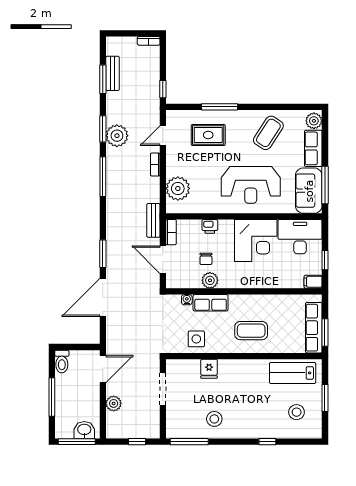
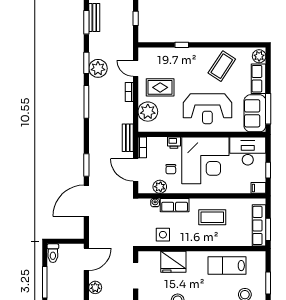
window: (163, 89) -> (136, 18), moved
window: (219, 107) -> (182, 45), width x0.46
rug: (208, 135) -> (160, 87), moved
door: (163, 136) -> (136, 68), hinge flipped
corner desk: (256, 241) -> (205, 160), width x1.36, depth x1.36
plant: (210, 280) -> (160, 187), moved
coffee table: (251, 331) -> (212, 217), moved
fridge: (209, 369) -> (173, 262), width x1.88, depth x1.34
lab bench: (293, 373) -> (227, 266), moved

